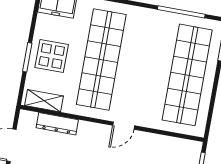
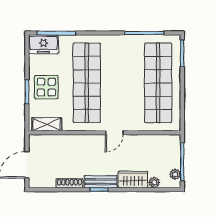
dresser: (57, 124) -> (61, 141), removed

